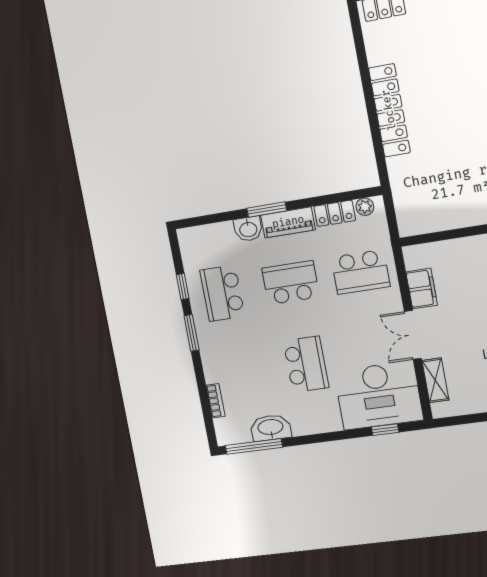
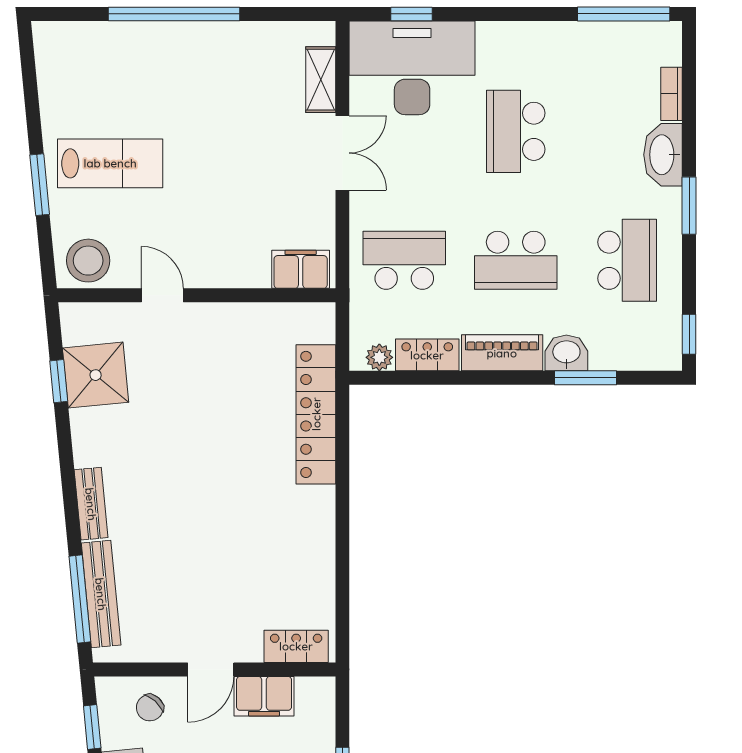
locker: (389, 110) -> (316, 414), moved
window: (267, 210) -> (585, 378), moved
window: (183, 287) -> (689, 334), moved
filing cabinet: (422, 289) -> (301, 269), moved, turned 90
washbasin: (271, 428) -> (663, 155), moved, turned 90

